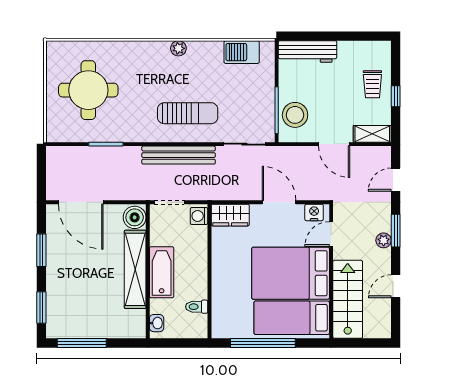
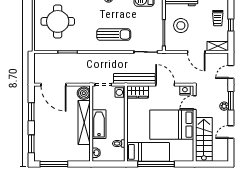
stool: (295, 115) -> (181, 26), moved
bench: (179, 155) -> (134, 79), moved
bed: (292, 318) -> (148, 152), moved, turned 180

